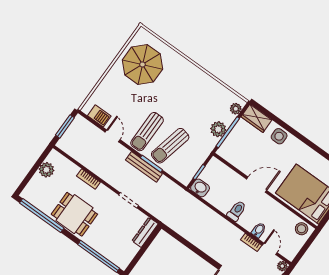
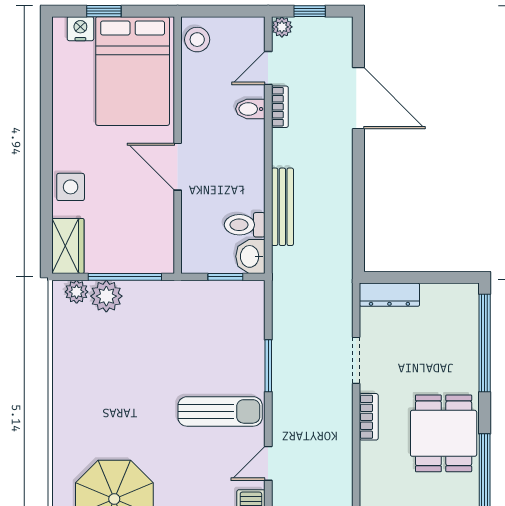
plant: (218, 129) -> (106, 296), moved
sun lounger: (170, 146) -> (216, 356), removed
bench: (144, 167) -> (282, 207), moved
bookcase: (88, 179) -> (369, 417), moved
toilet: (237, 211) -> (245, 225), moved

